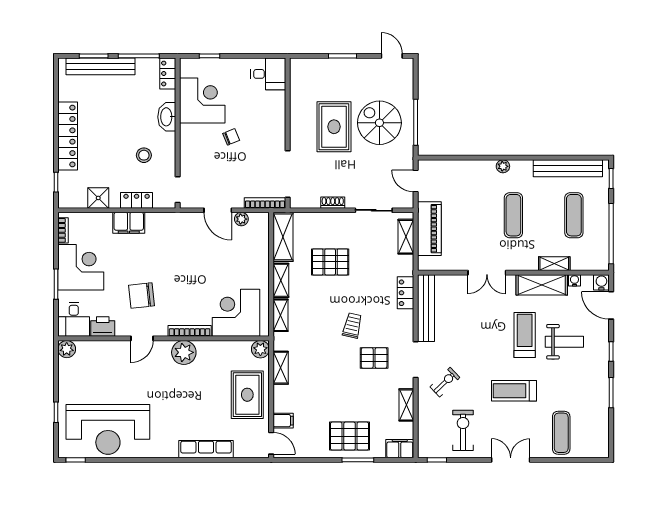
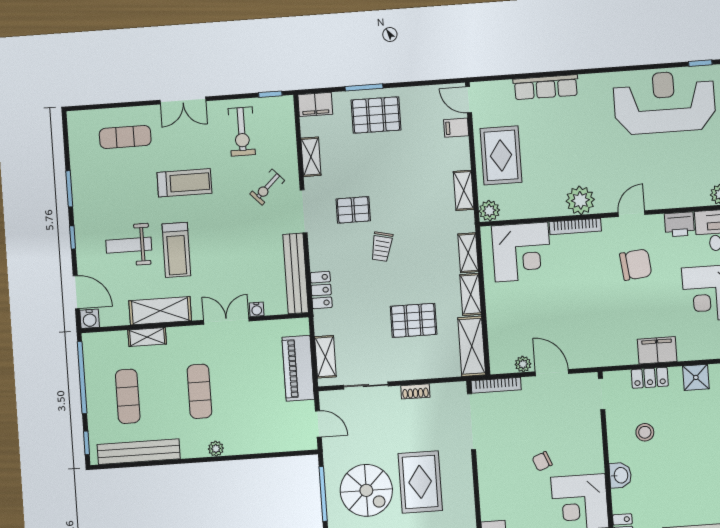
washbasin: (167, 117) -> (620, 475), width x0.72
water cooler: (574, 280) -> (257, 309), moved
exercise mat: (561, 433) -> (125, 137), turned 90

